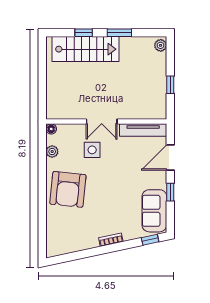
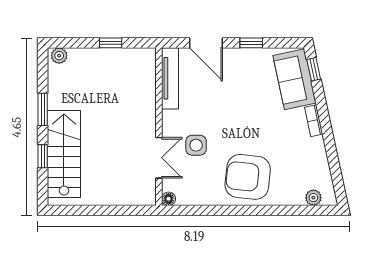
double door: (102, 122) -> (159, 158), moved
plant: (52, 152) -> (313, 198), moved
armchair: (68, 189) -> (248, 177), turned 180
sofa: (154, 211) -> (294, 79), moved, turned 78

